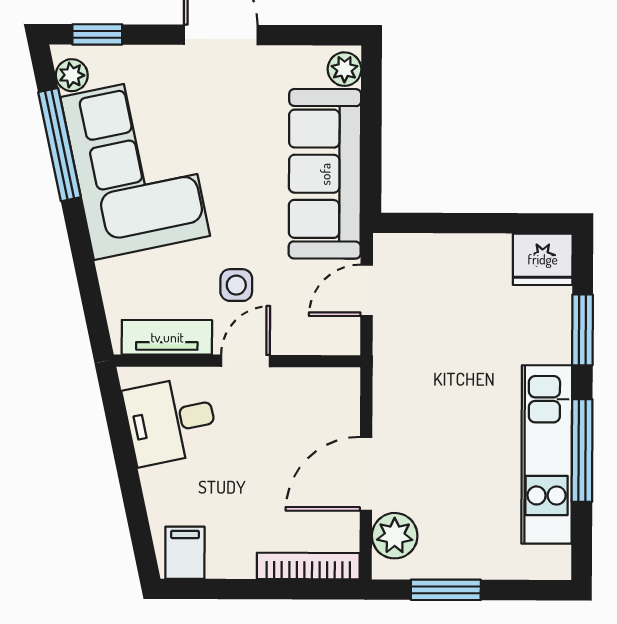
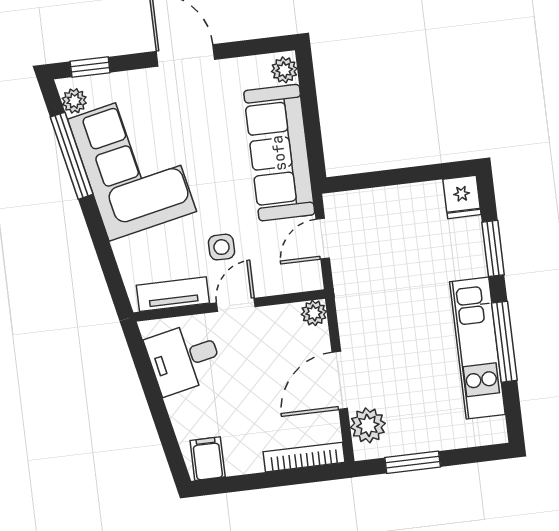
fridge: (543, 259) -> (462, 197), width x0.72
plant: (344, 384) -> (314, 313), added

